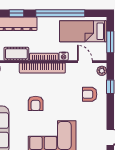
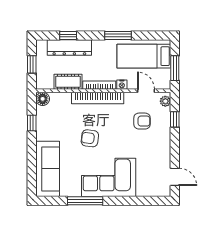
window: (60, 13) -> (118, 36), width x0.47
armchair: (90, 94) -> (142, 121), moved, turned 180
armchair: (36, 103) -> (90, 138), turned 97

